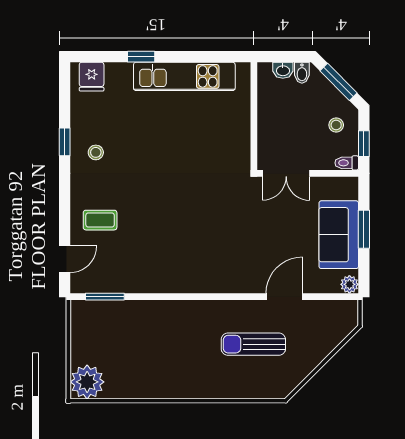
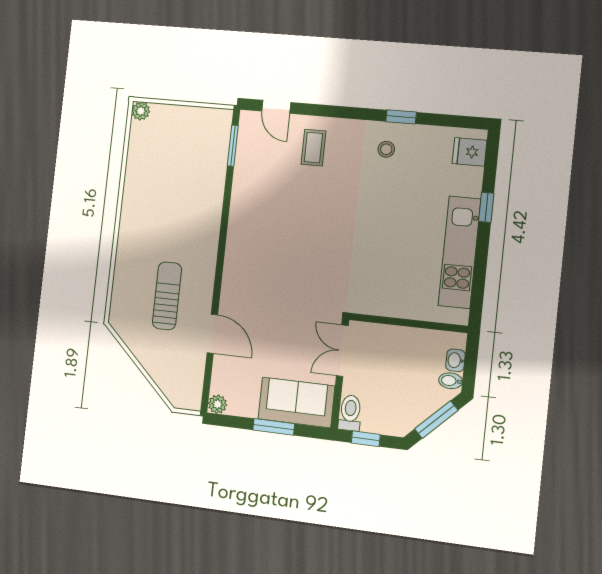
stool: (336, 125) -> (389, 411), removed
toilet: (347, 163) -> (350, 413), width x1.37, depth x1.39
sofa: (339, 235) -> (296, 402), moved
plant: (87, 382) -> (141, 111), width x0.53, depth x0.53

